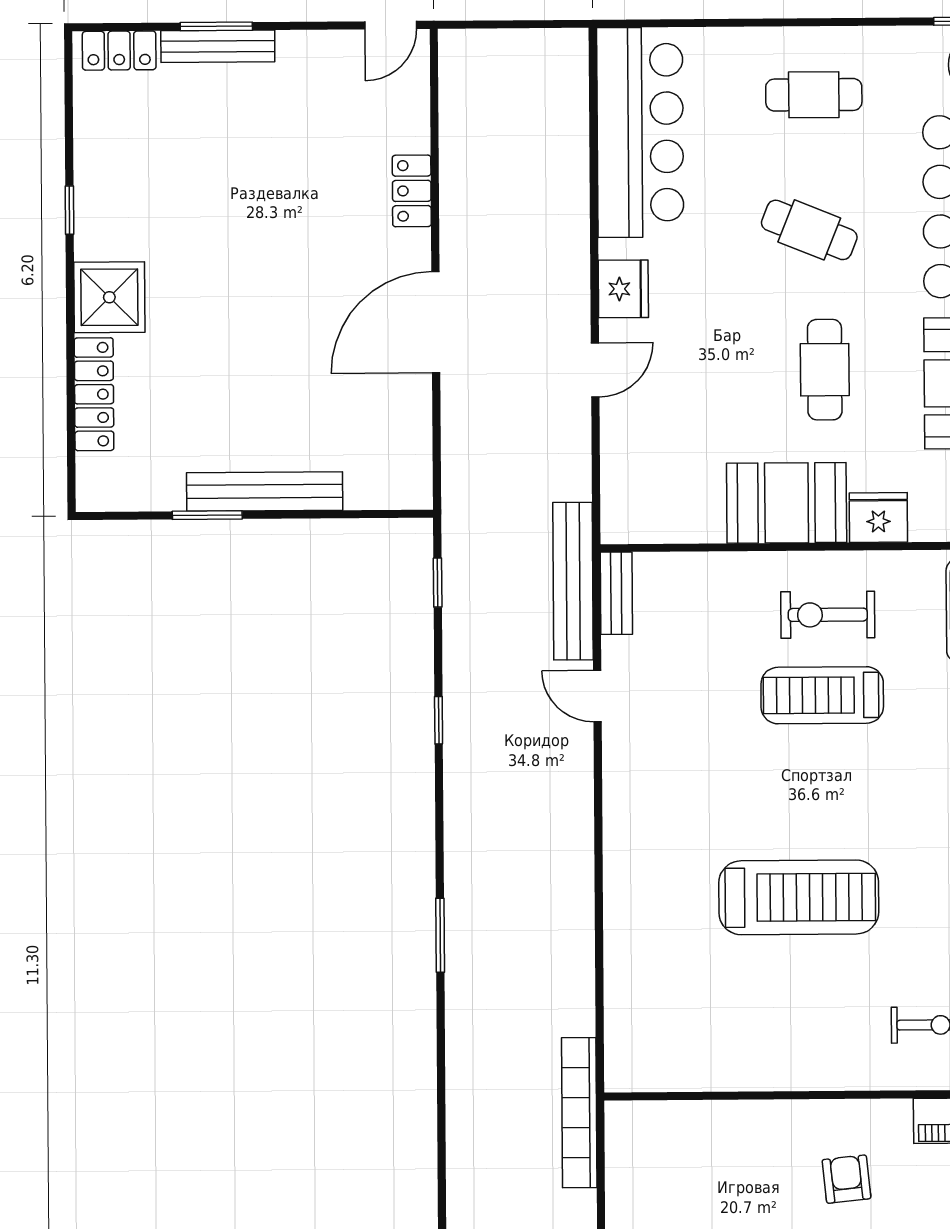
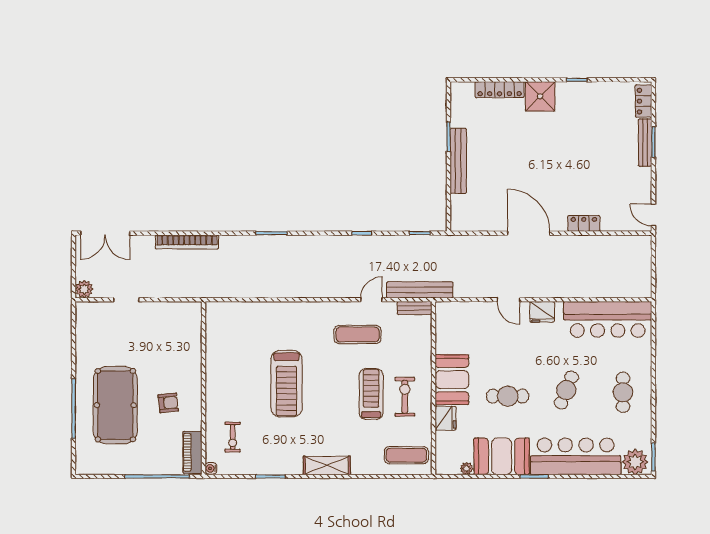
exercise mat: (680, 729) -> (358, 334), added
bookcase: (579, 1113) -> (187, 242), moved, turned 180

